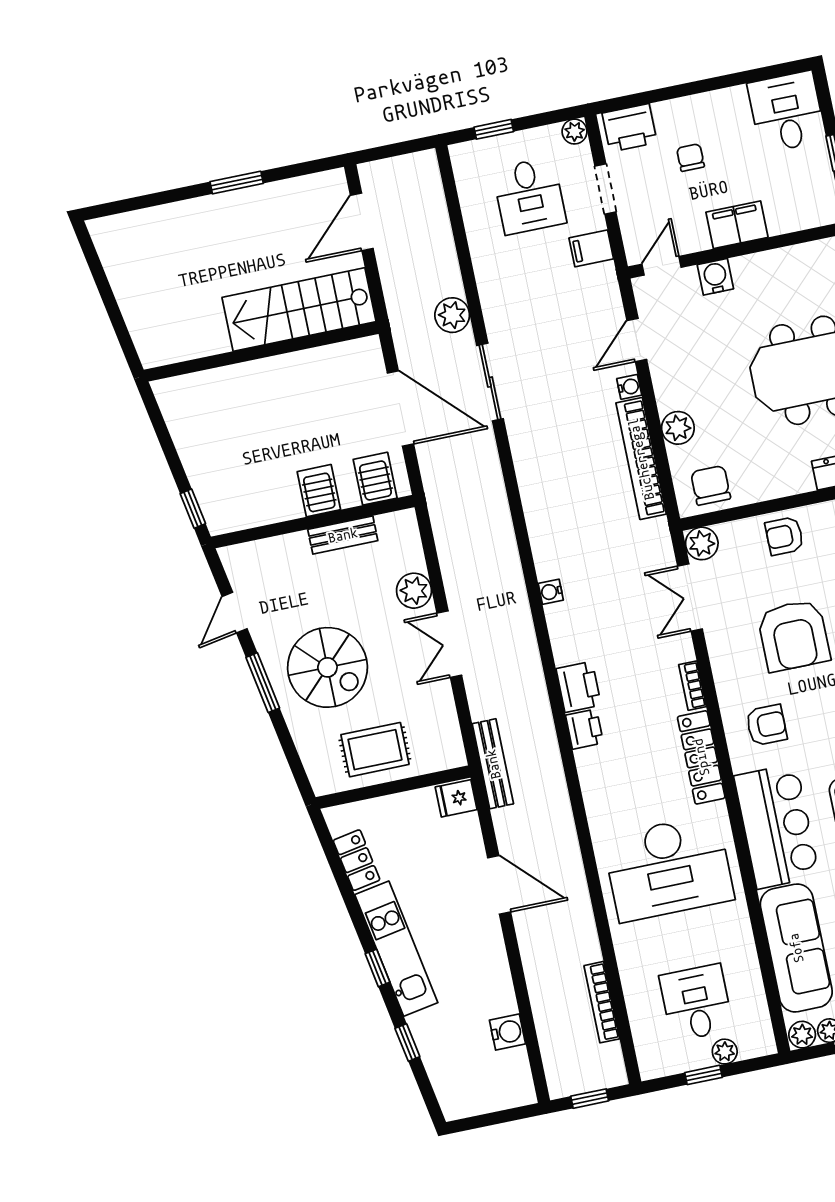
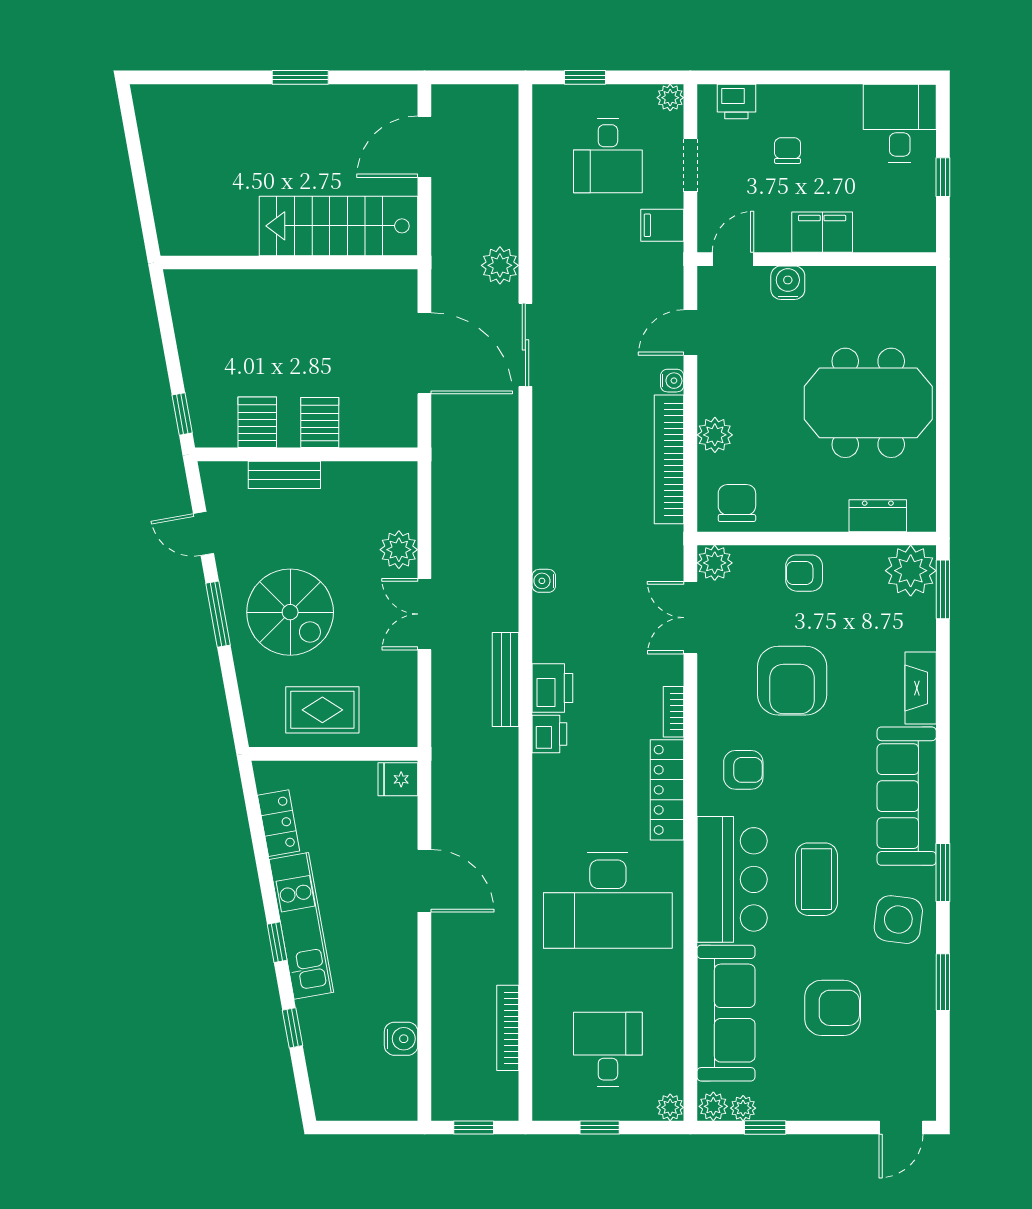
printer: (630, 128) -> (736, 102), width x0.73, depth x0.81
server rack: (375, 479) -> (257, 422), moved
bench: (343, 535) -> (284, 475), moved
door: (235, 613) -> (204, 533), hinge flipped
bench: (493, 764) -> (506, 680), moved
plant: (725, 1052) -> (670, 1107), moved

